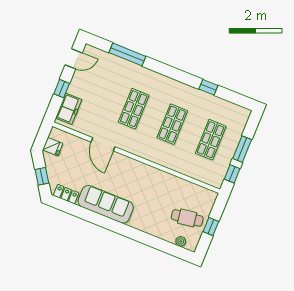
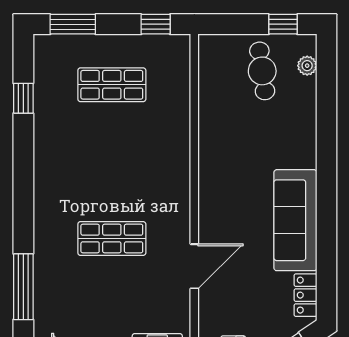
window: (208, 87) -> (23, 98), moved
shop shelf: (172, 124) -> (112, 162), removed
window: (242, 149) -> (73, 24), moved
window: (211, 226) -> (283, 24), moved

